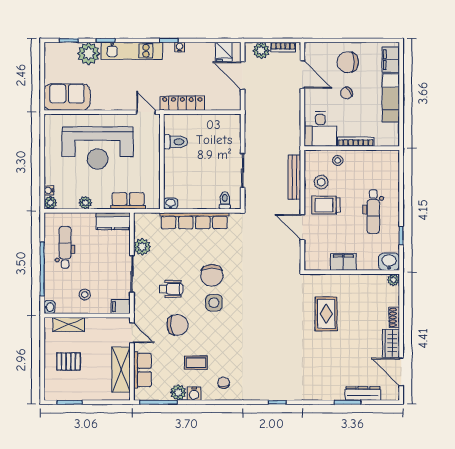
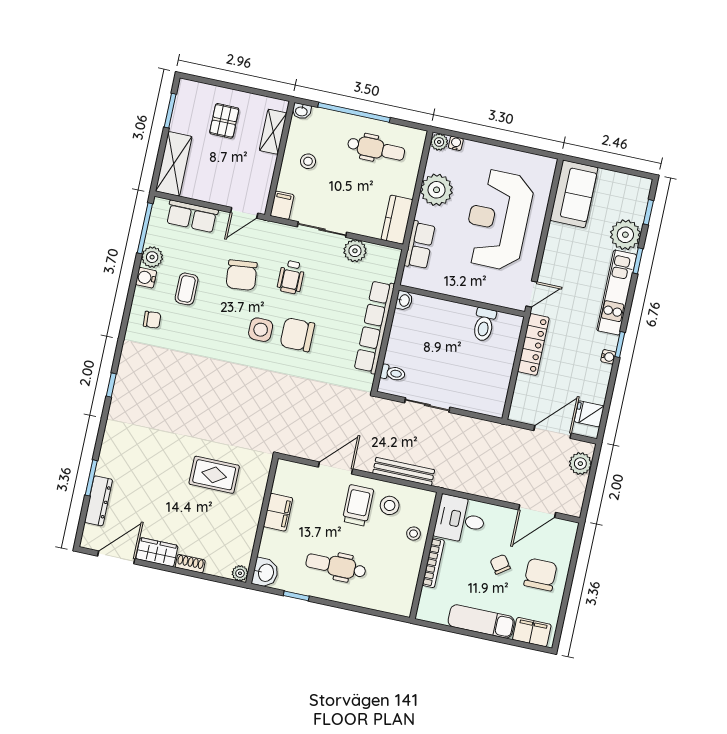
bookcase: (283, 47) -> (579, 493), removed
plant: (85, 203) -> (437, 190), width x1.88, depth x1.88
shelving: (121, 370) -> (174, 164), moved, turned 90

